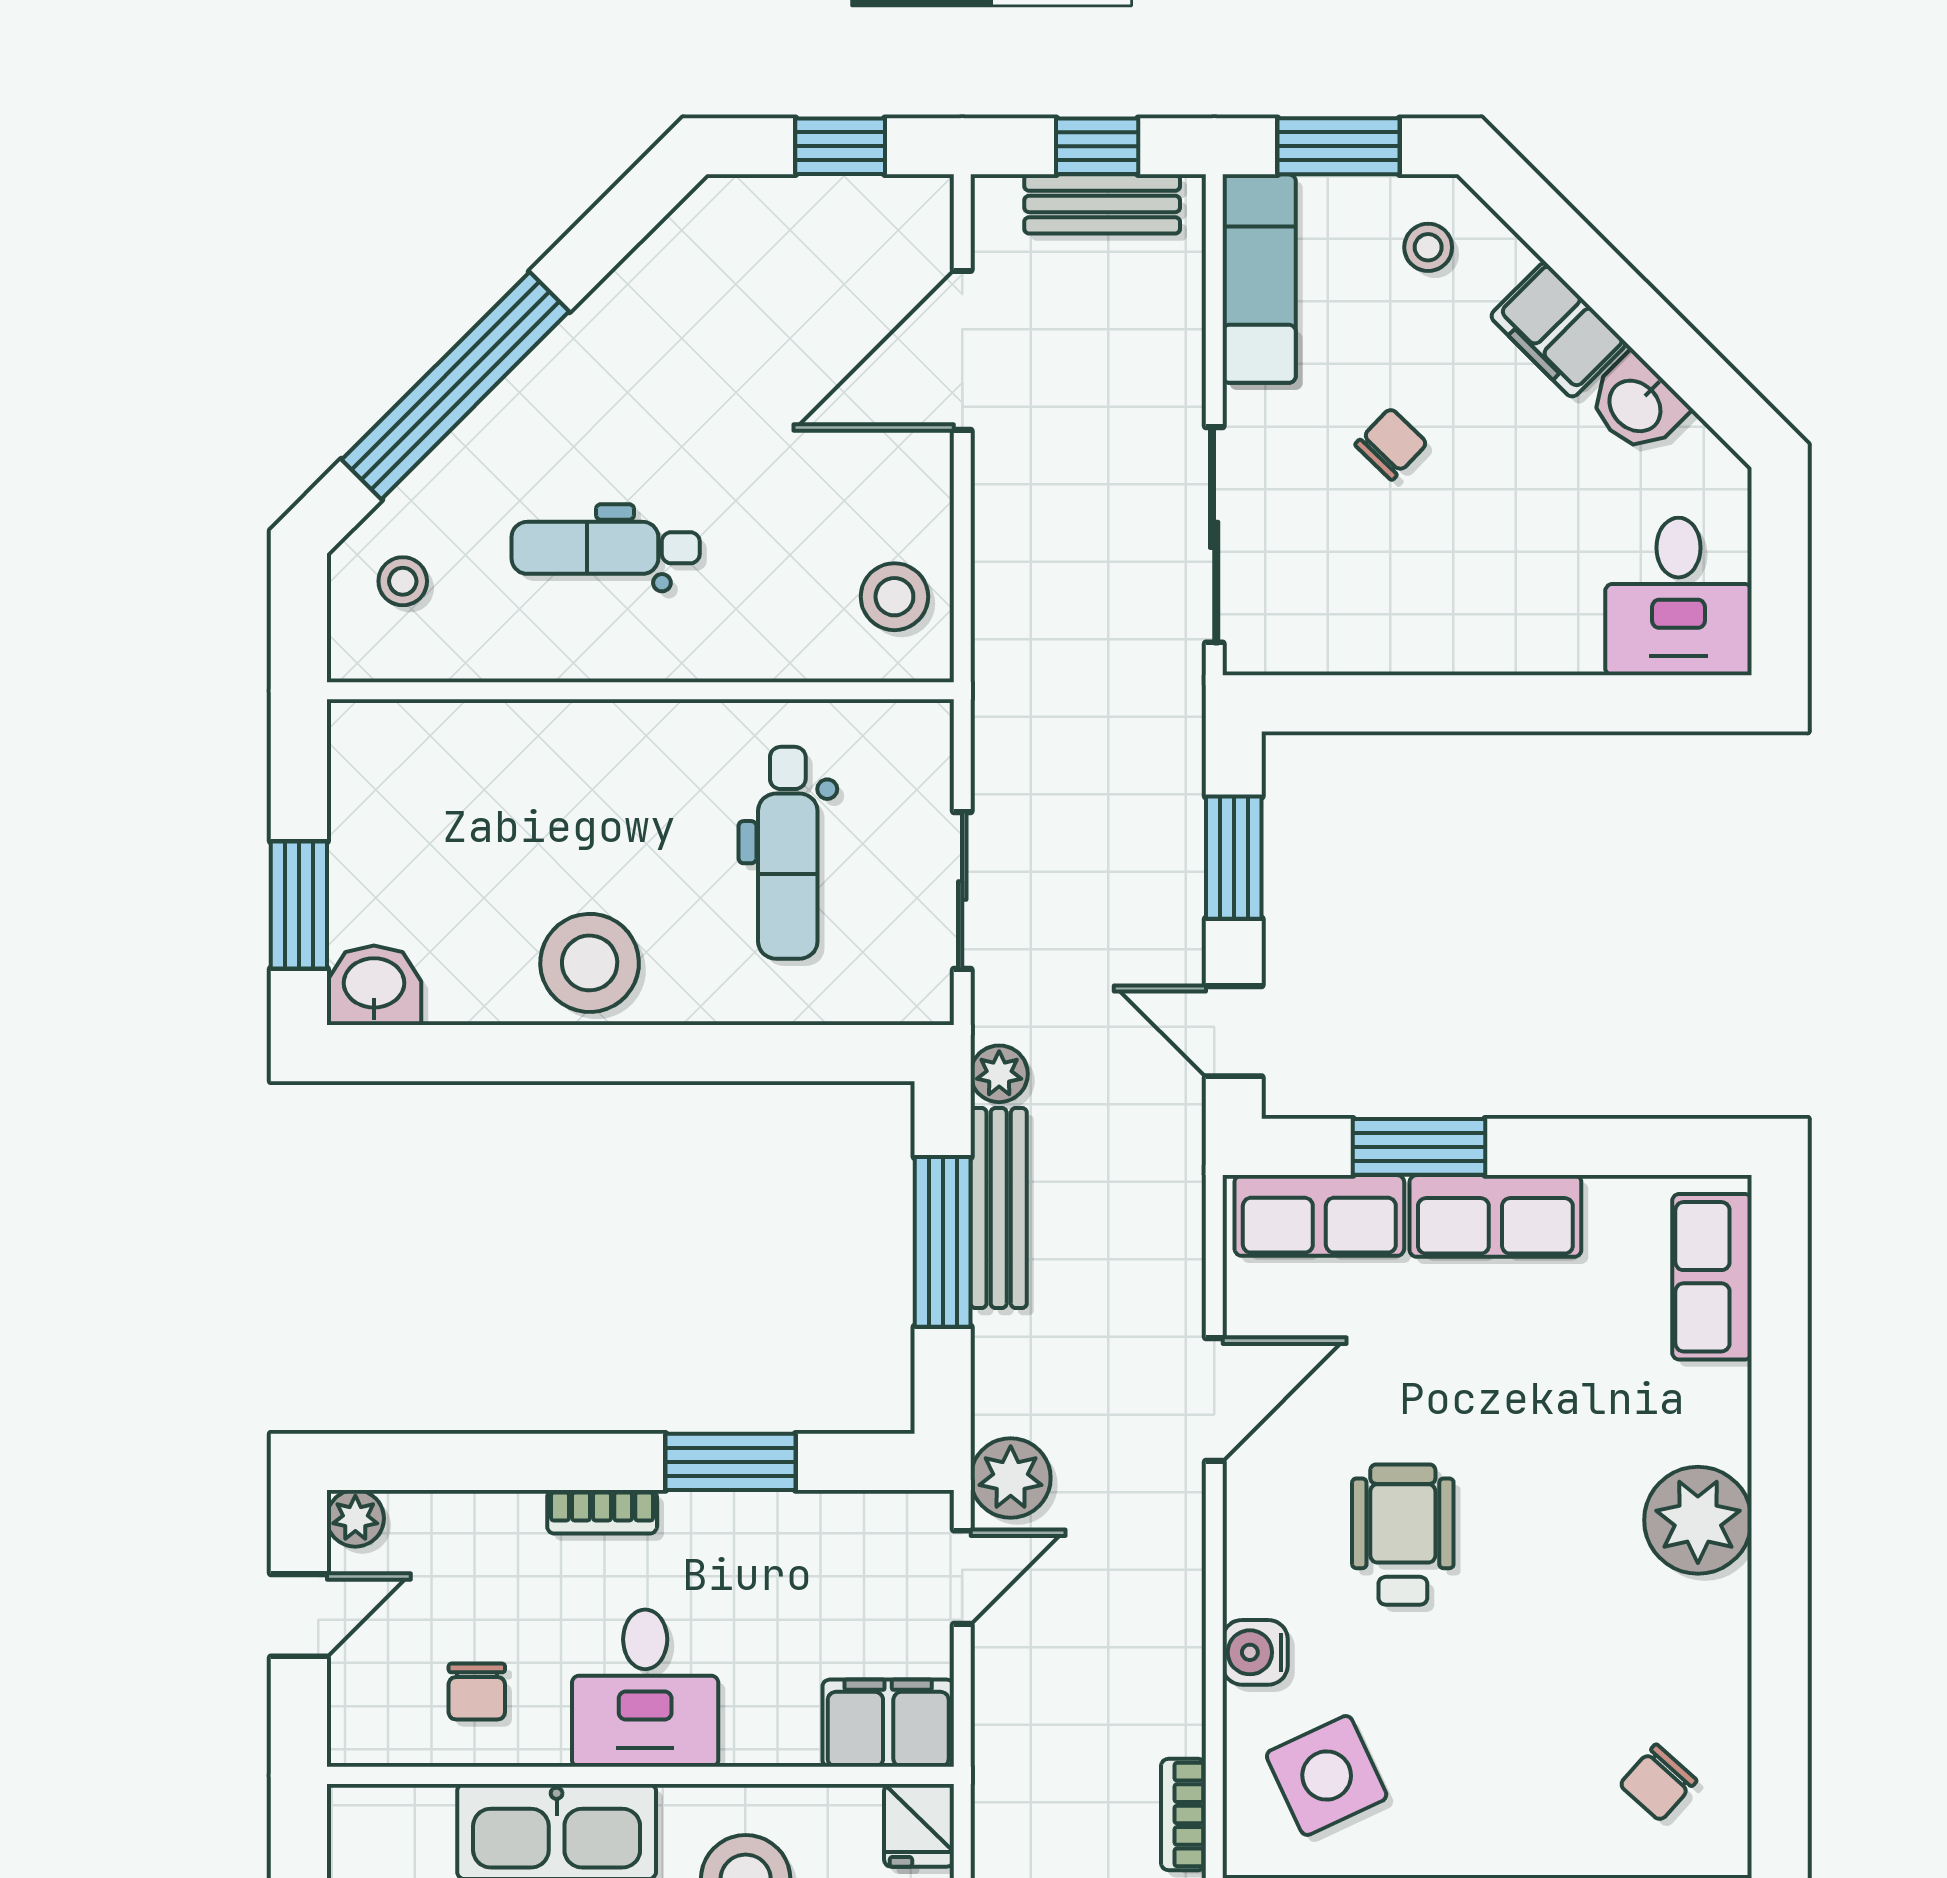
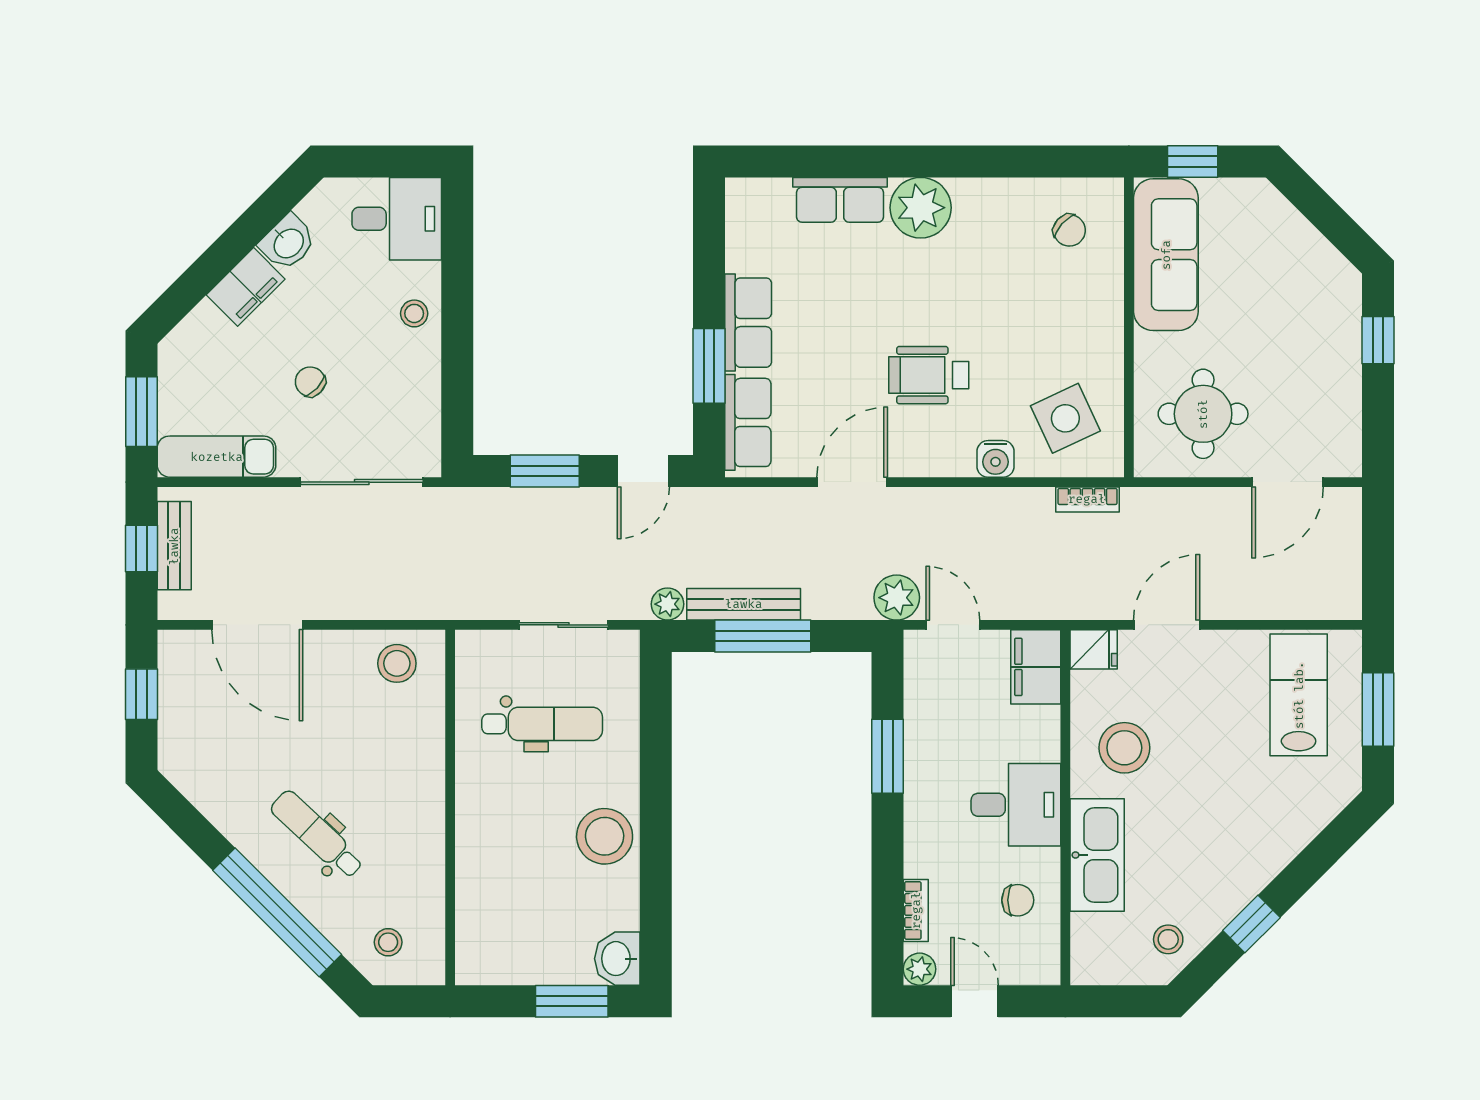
stool: (1428, 247) -> (414, 313), moved
dental chair: (606, 548) -> (317, 835), moved, turned 133
row of seats: (1712, 1277) -> (840, 200), moved
door: (1214, 1400) -> (852, 482), hinge flipped
bookcase: (602, 1512) -> (916, 910), moved

